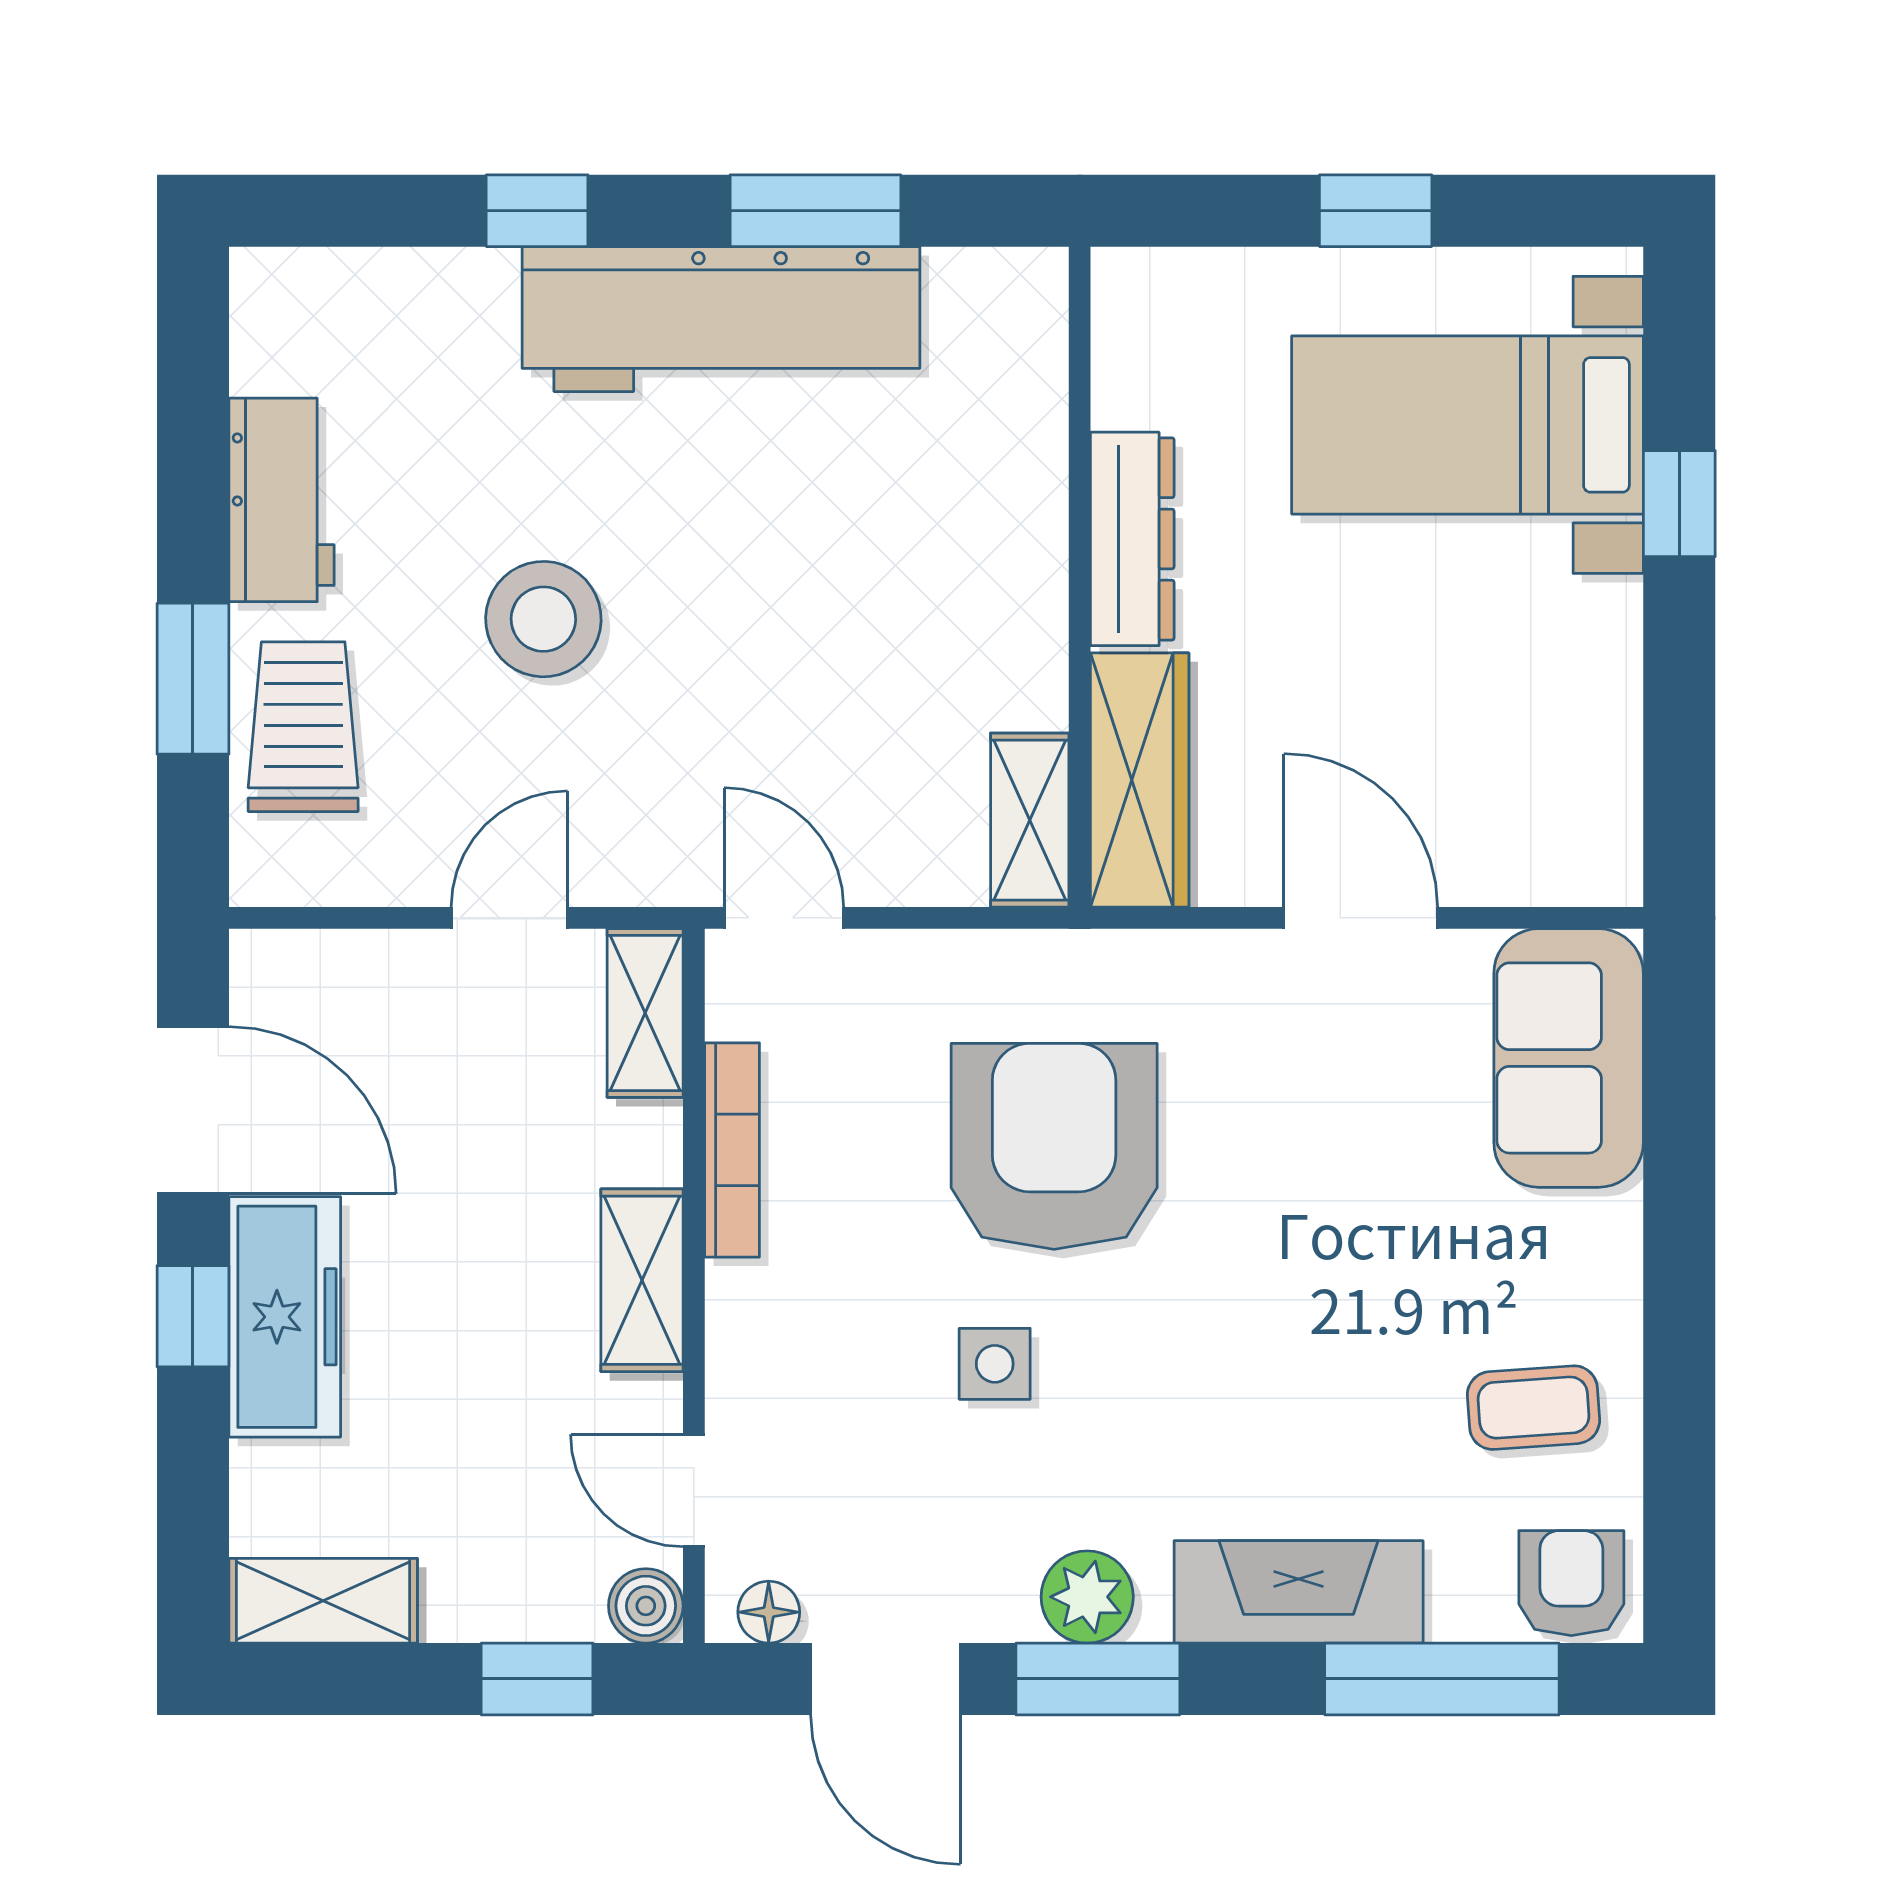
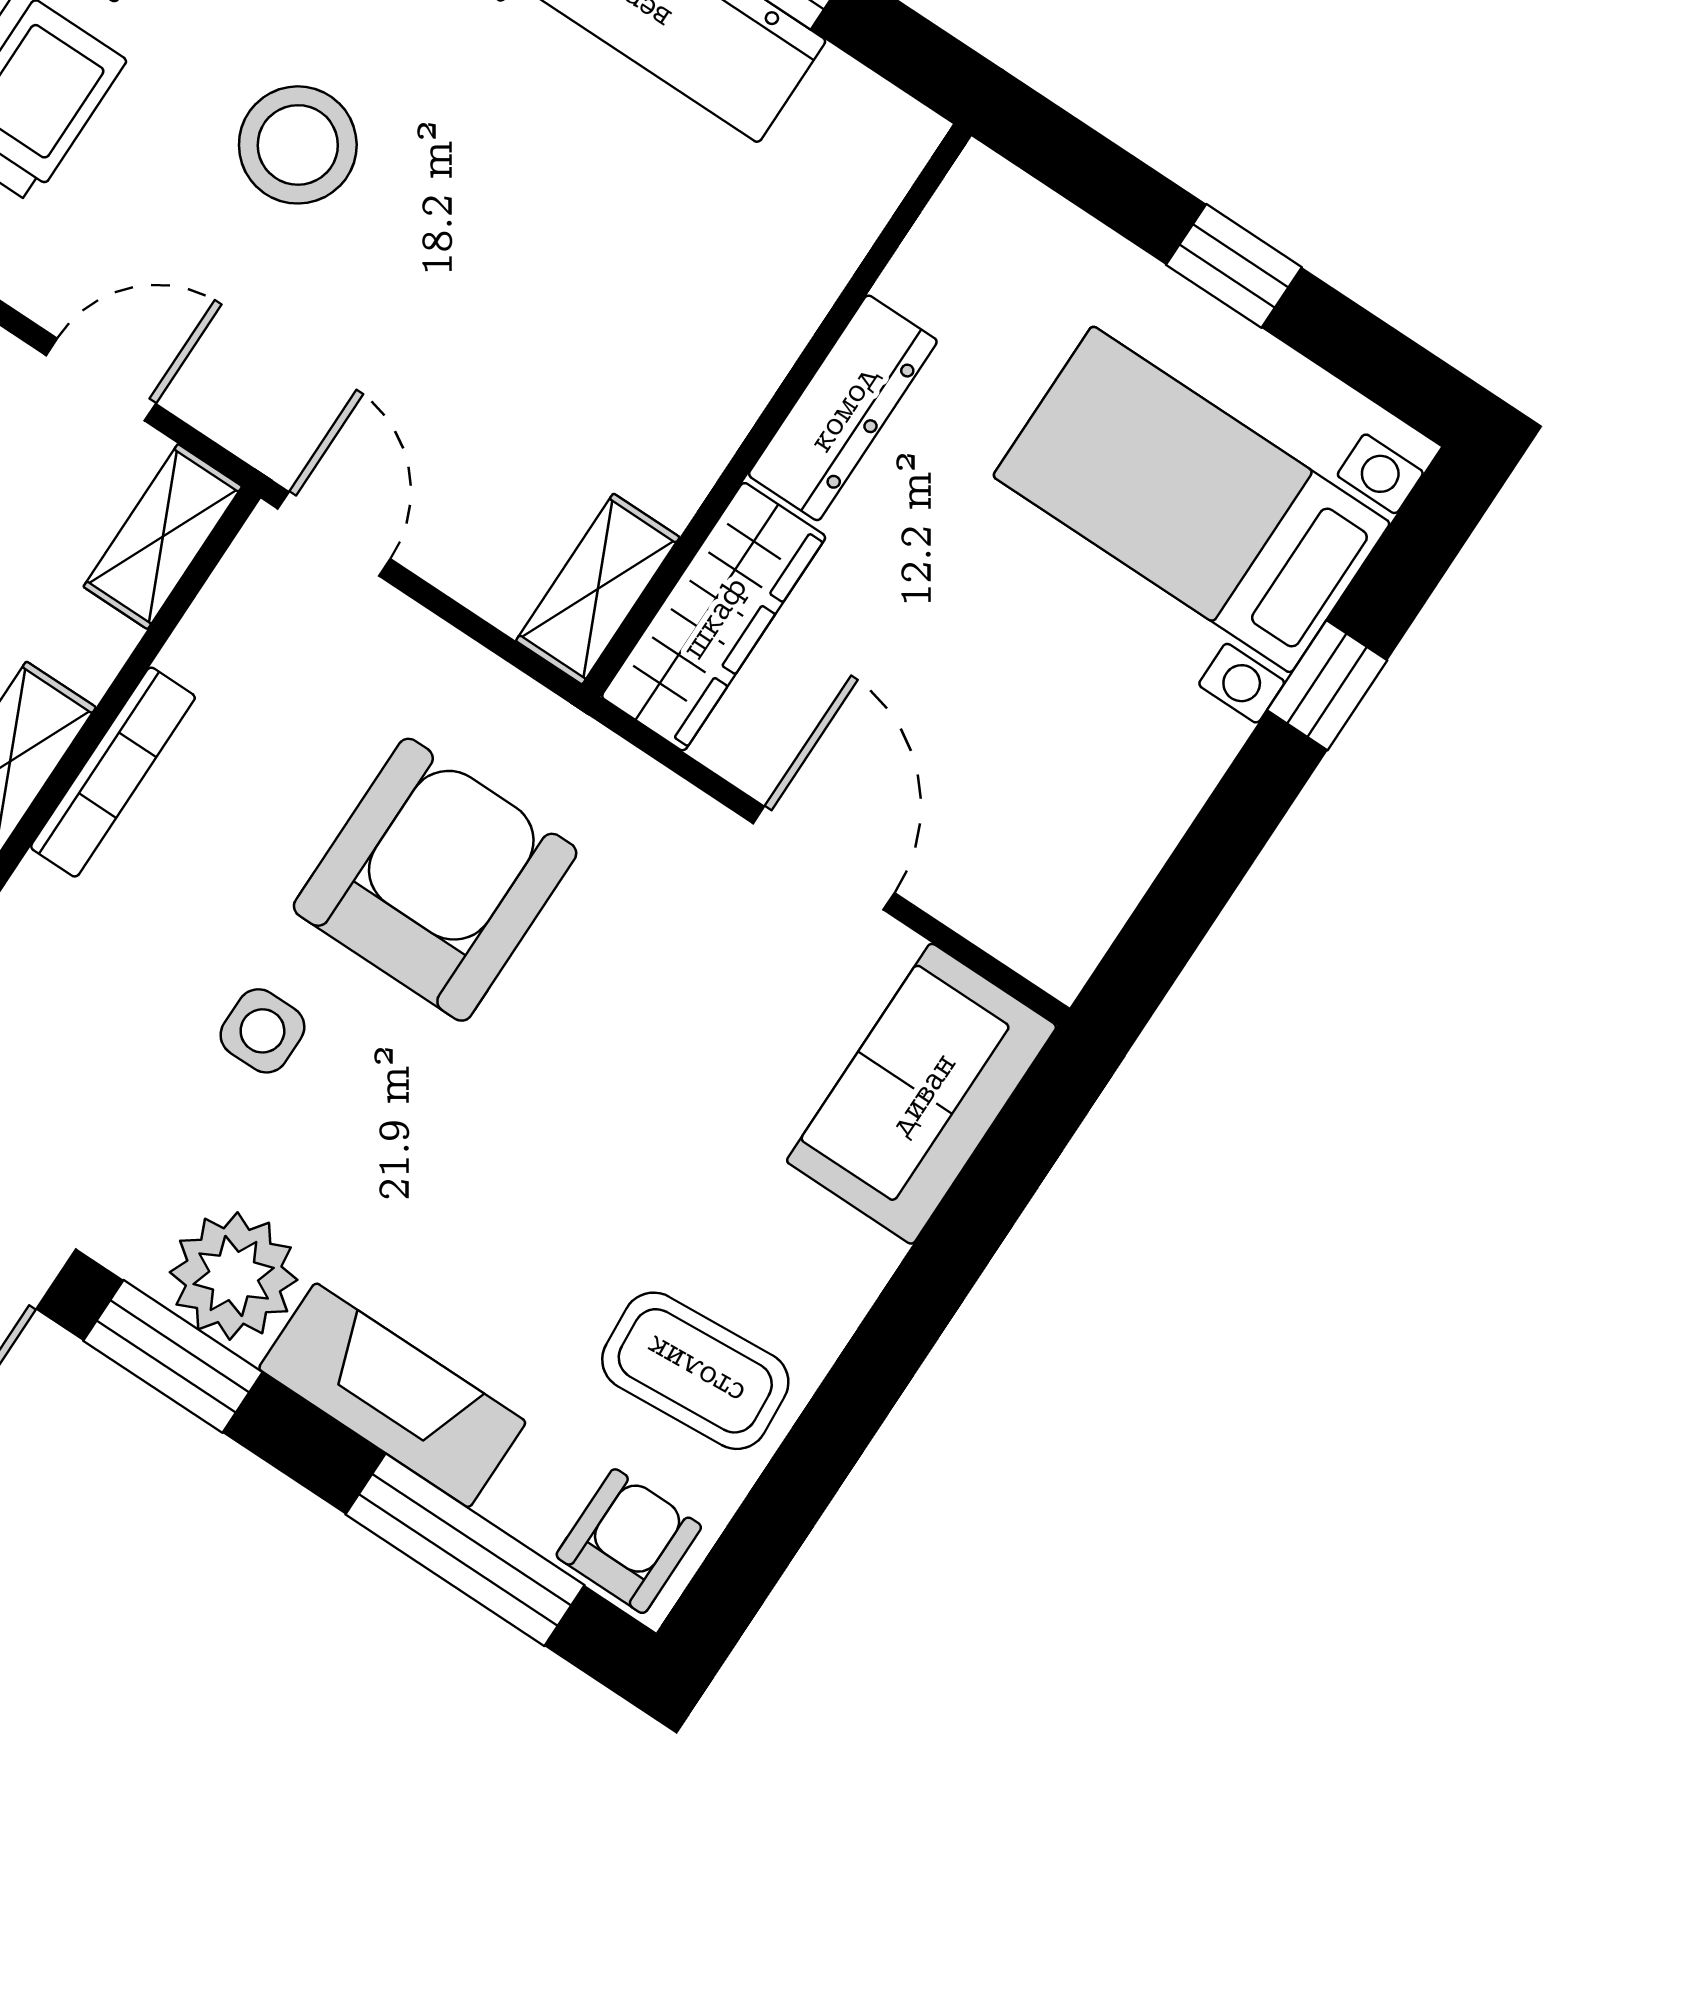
bookcase: (732, 1150) -> (113, 772), moved
coffee table: (1533, 1408) -> (695, 1371), width x1.36, depth x1.30
plant: (1087, 1597) -> (234, 1276), width x1.36, depth x1.36

